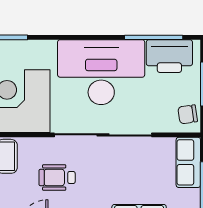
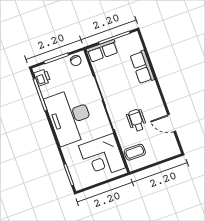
printer: (169, 56) -> (42, 77), width x0.53, depth x0.68
wheelchair: (57, 177) -> (137, 120), turned 180

